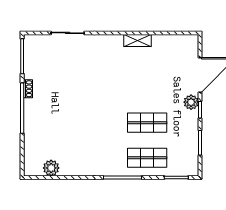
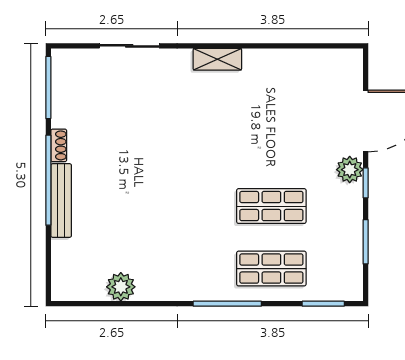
shelving: (138, 40) -> (217, 59), moved
bench: (29, 120) -> (61, 200), added
plant: (51, 168) -> (121, 287), moved

